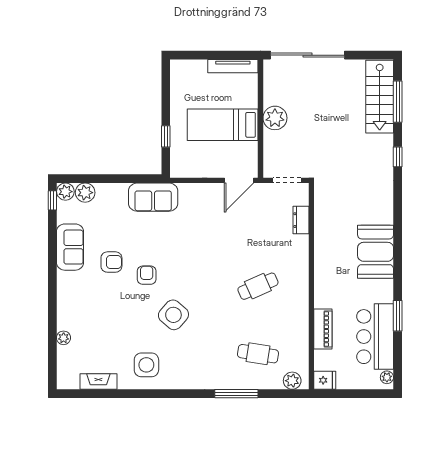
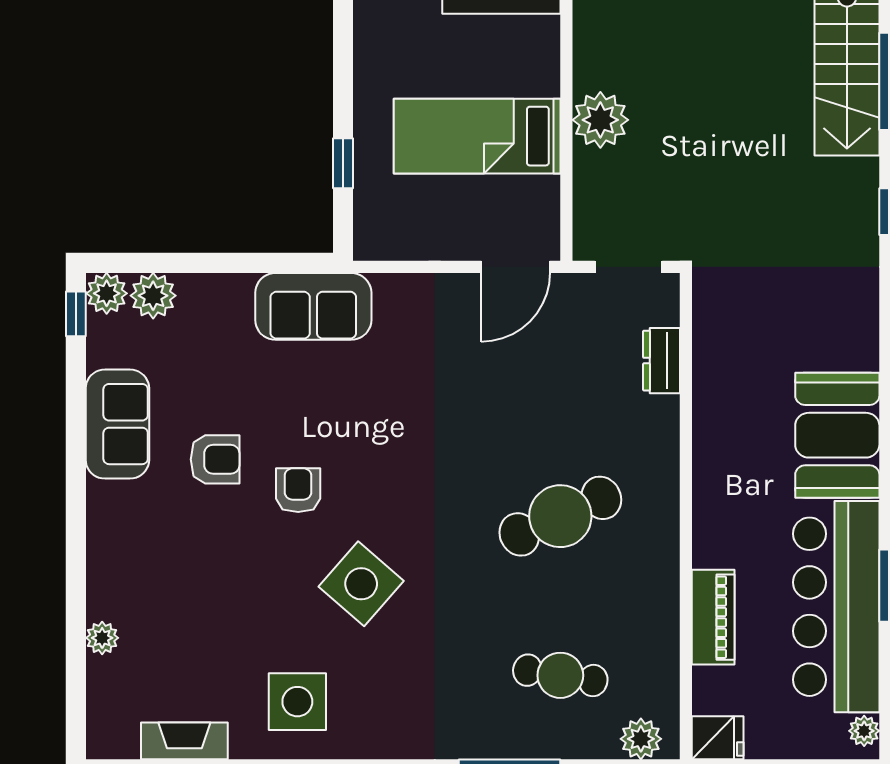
cafe table: (258, 286) -> (560, 516), width x1.37, depth x1.35
bar counter: (375, 337) -> (836, 607), width x1.36

